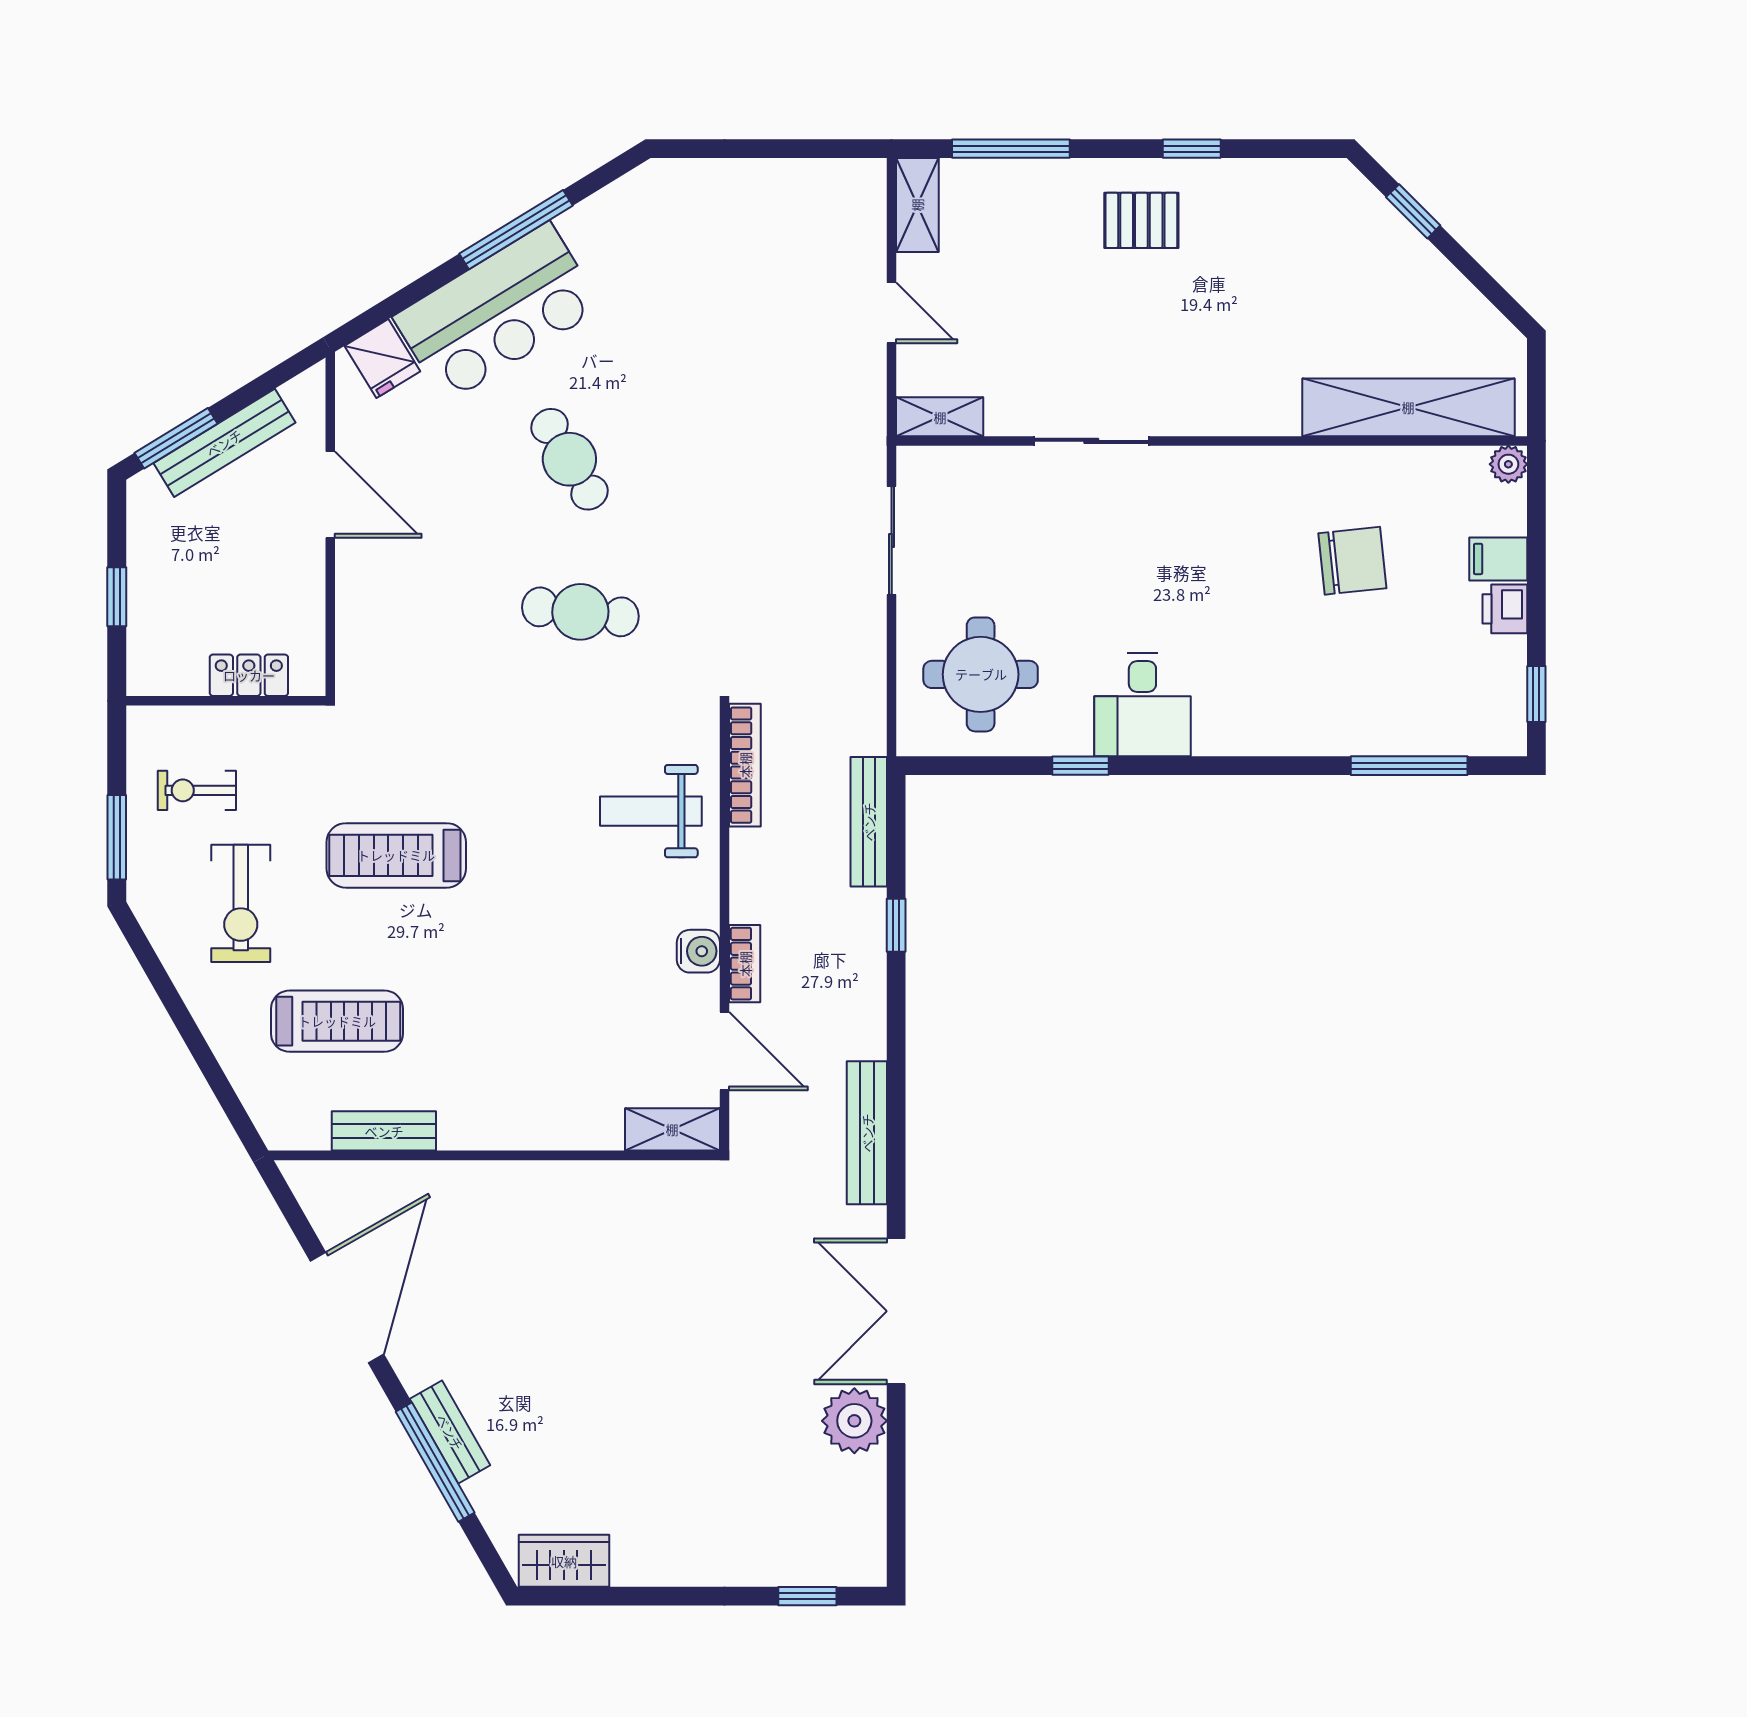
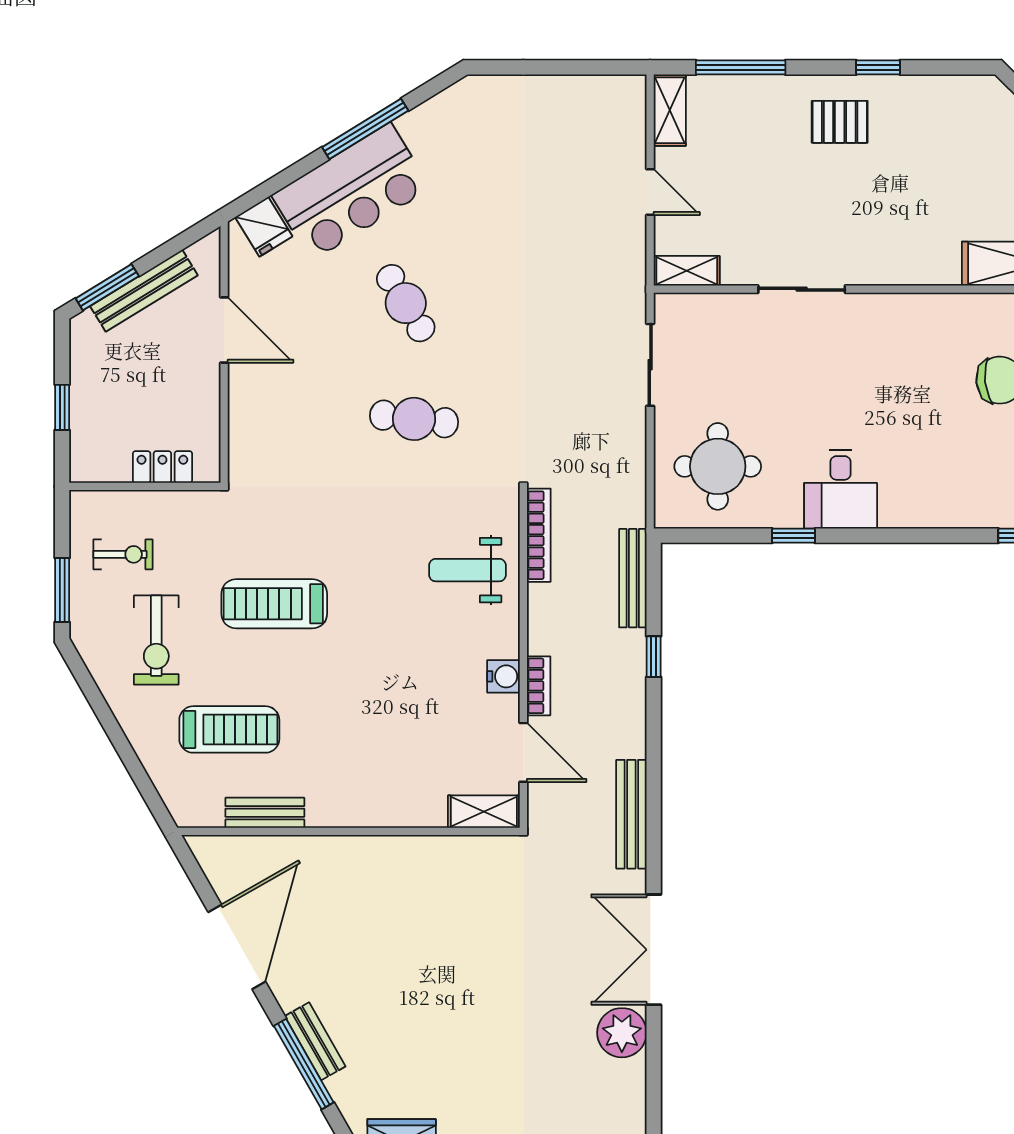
exercise bike: (197, 790) -> (123, 554), turned 180

